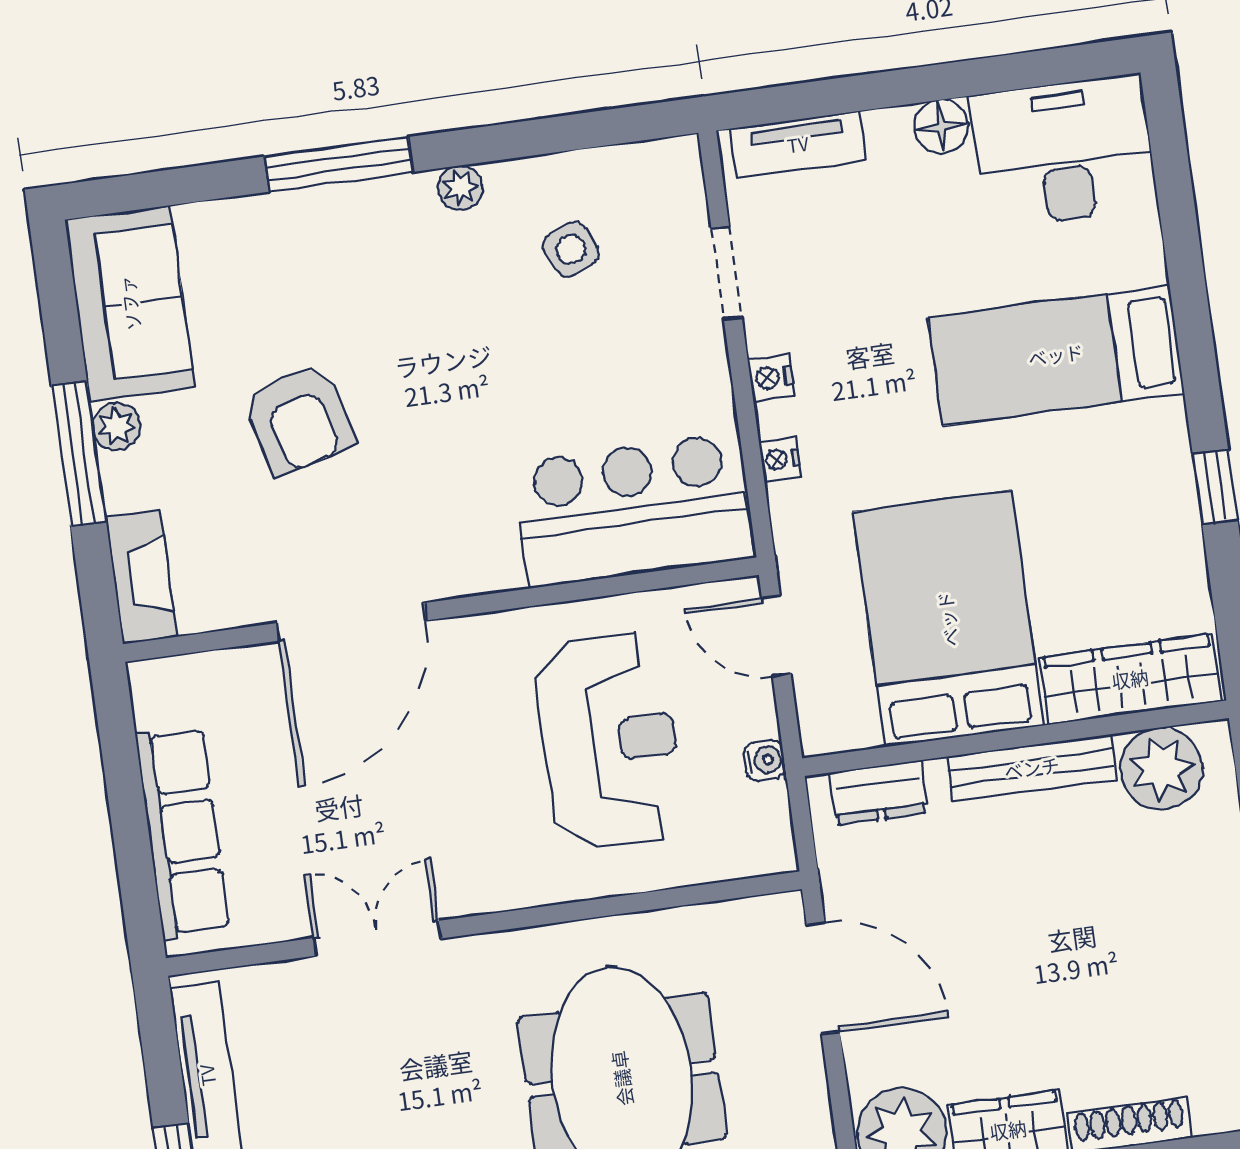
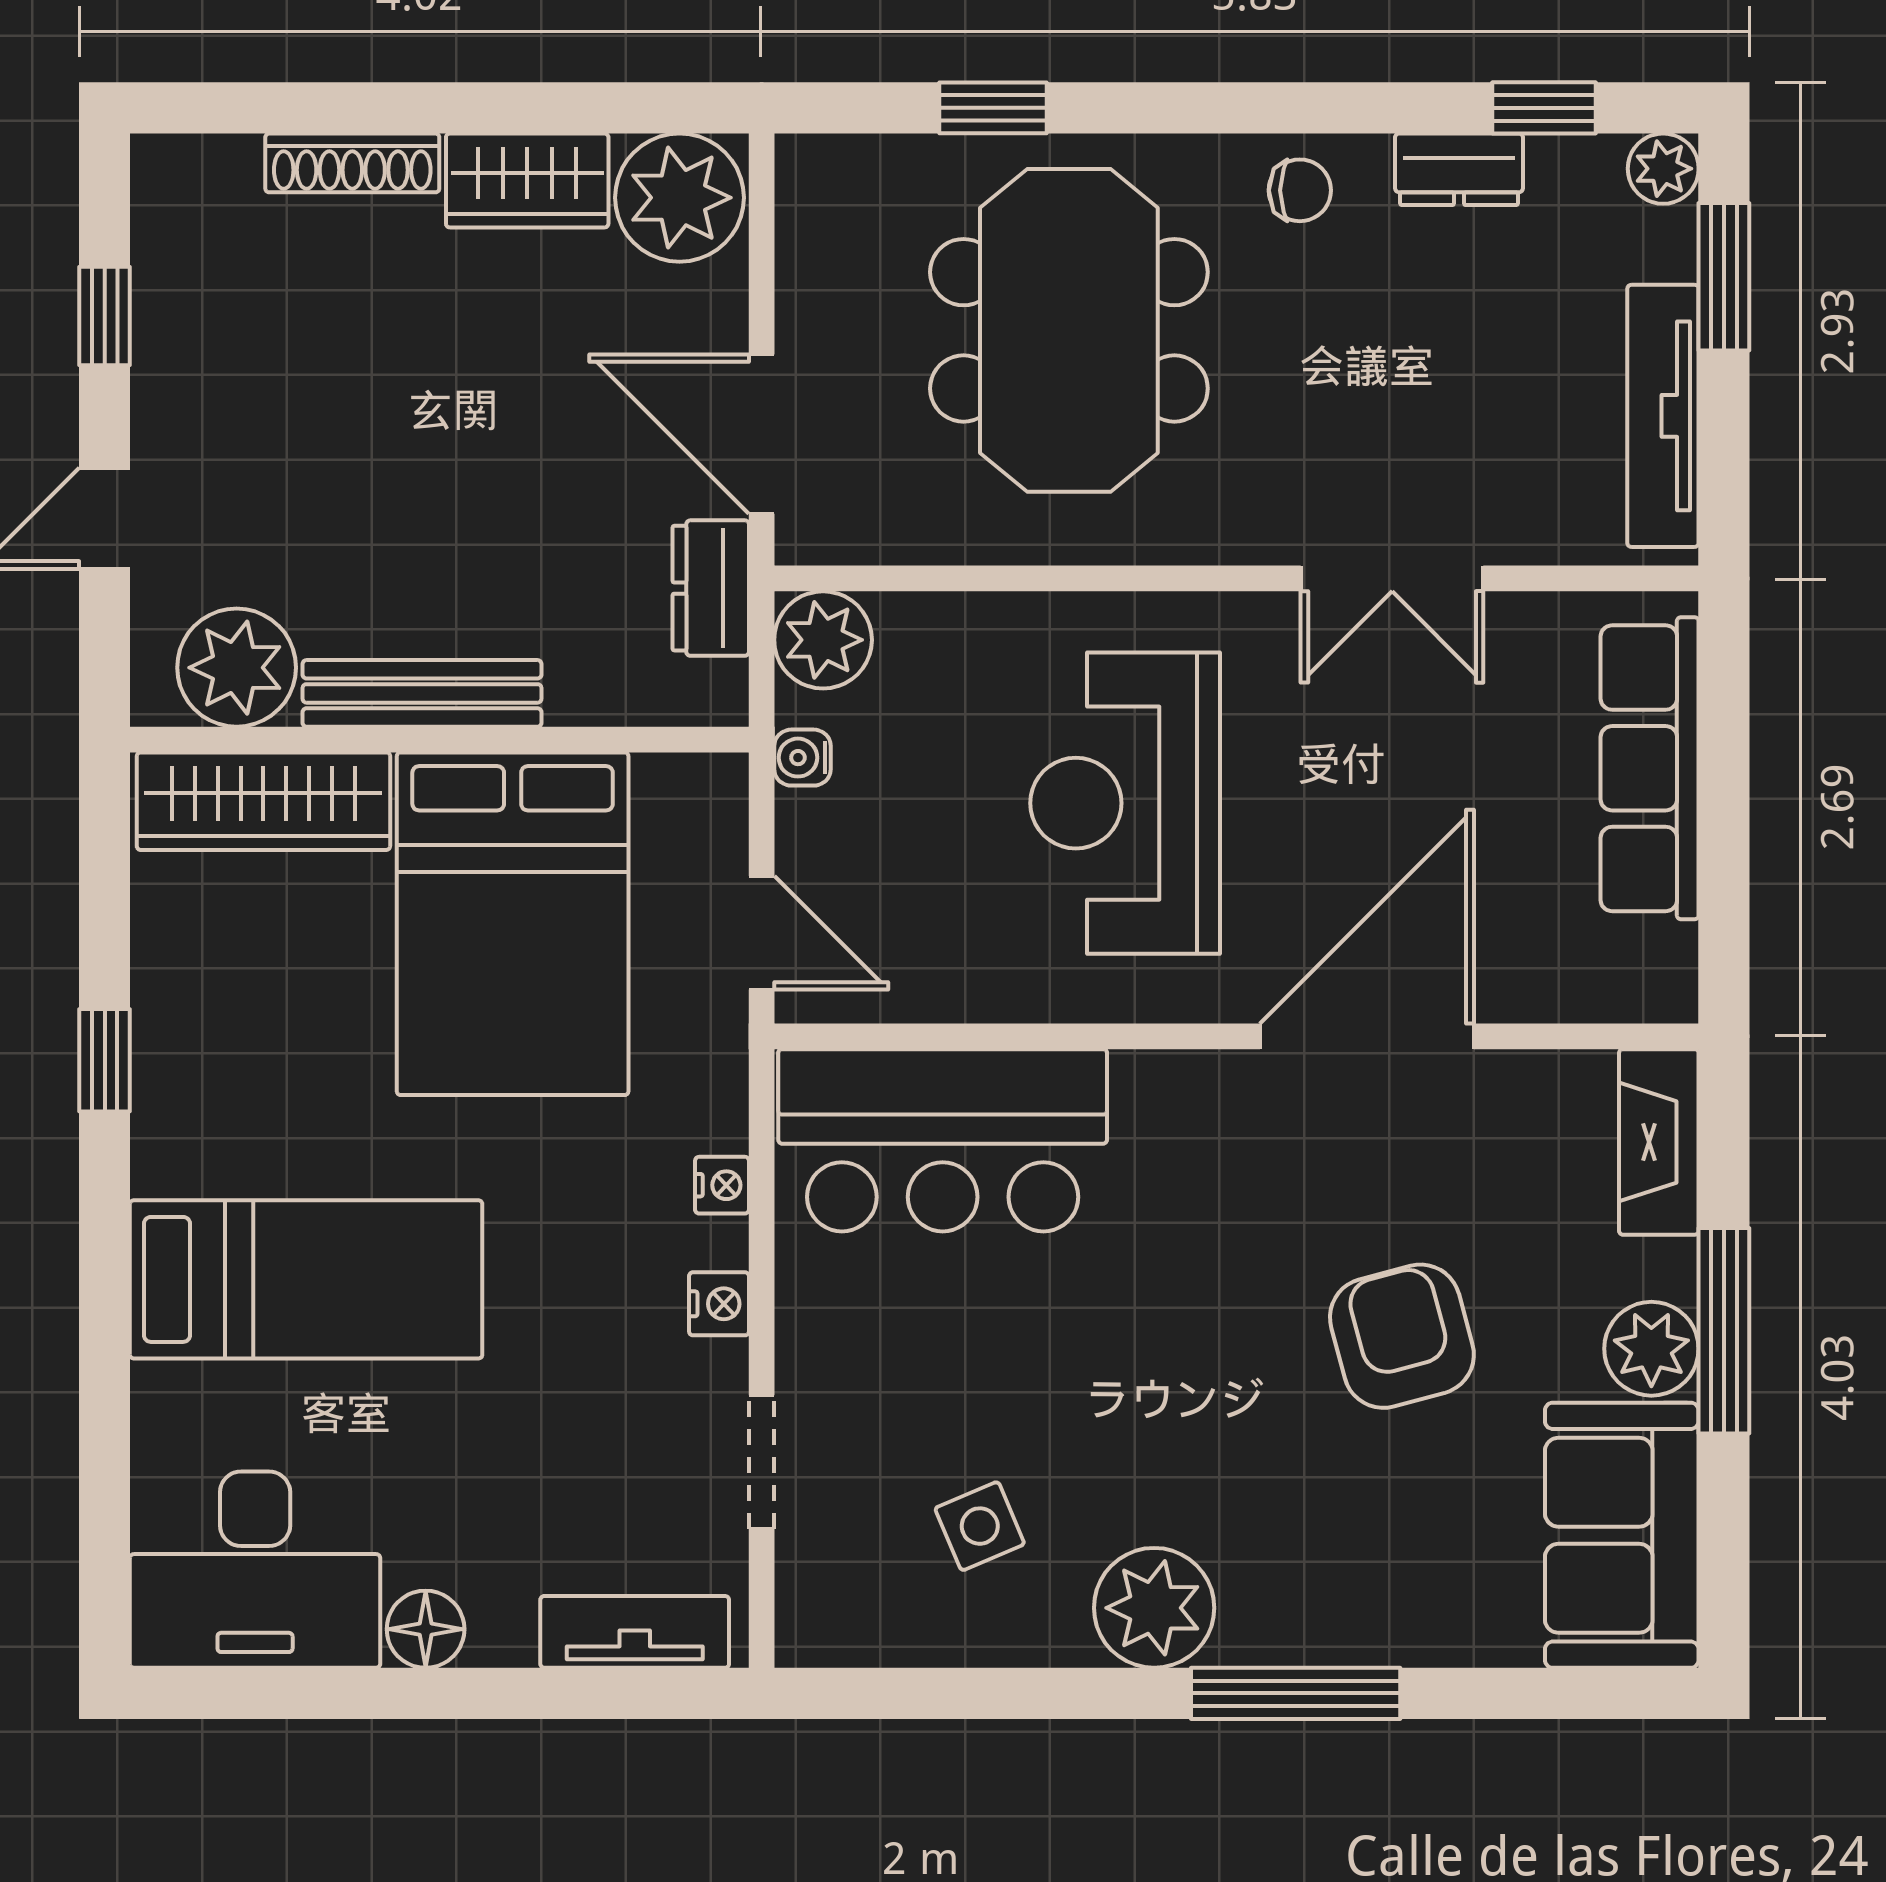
plant: (460, 188) -> (1154, 1608), width x1.87, depth x1.87
plant: (117, 427) -> (1651, 1349), width x1.38, depth x1.38
reception desk: (610, 741) -> (1125, 803), moved
dresser: (878, 793) -> (711, 588), moved, turned -90
plant: (762, 843) -> (823, 640), added

